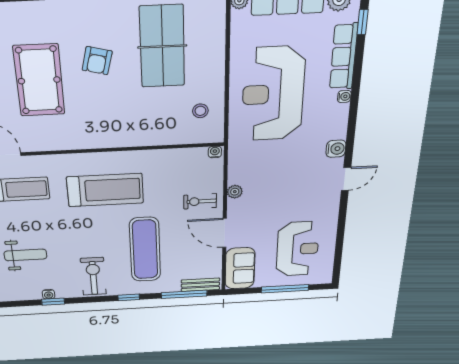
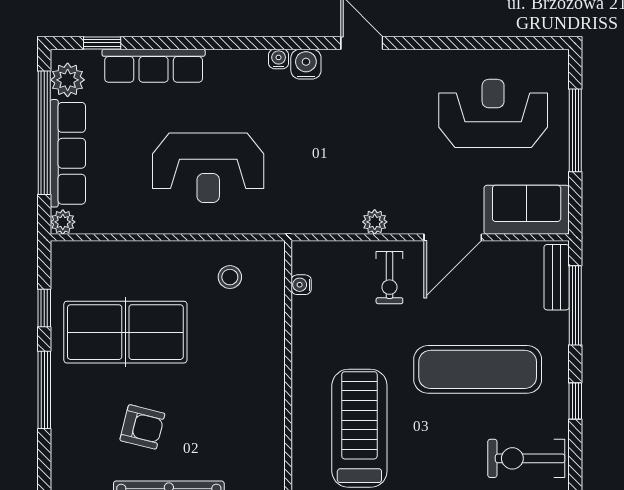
reception desk: (273, 94) -> (208, 168), width x0.74, depth x0.77
water cooler: (344, 96) -> (279, 59), moved
water cooler: (215, 152) -> (301, 285), moved

